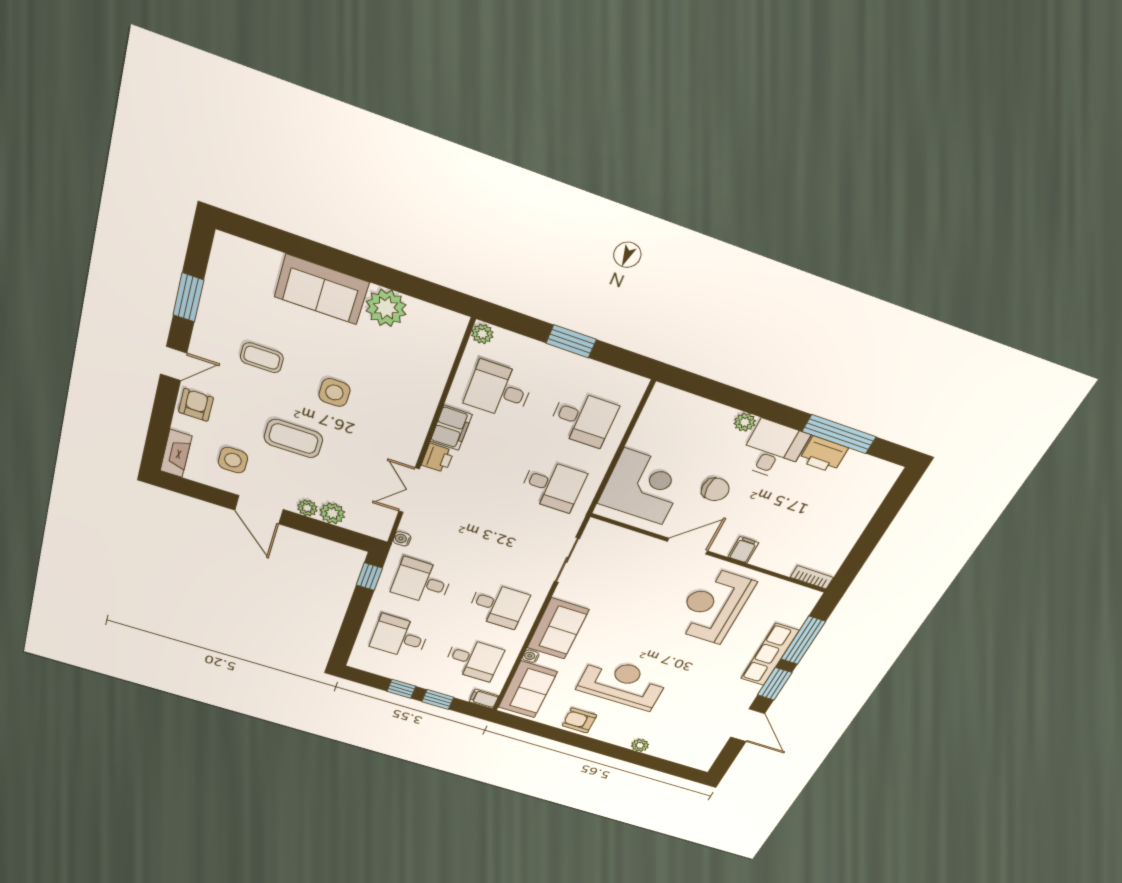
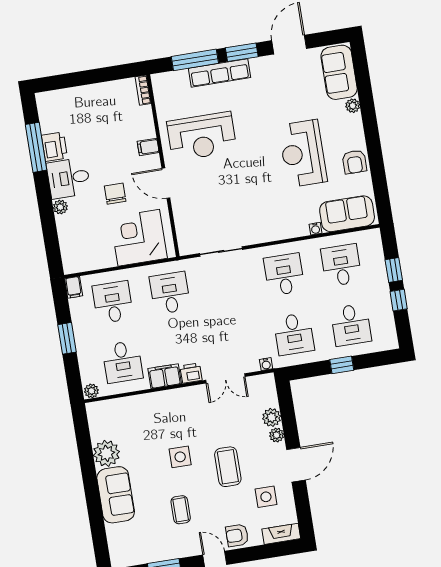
window: (369, 577) -> (342, 365), moved
sofa: (558, 629) -> (339, 72), moved, turned -90
filing cabinet: (484, 699) -> (74, 287), moved

